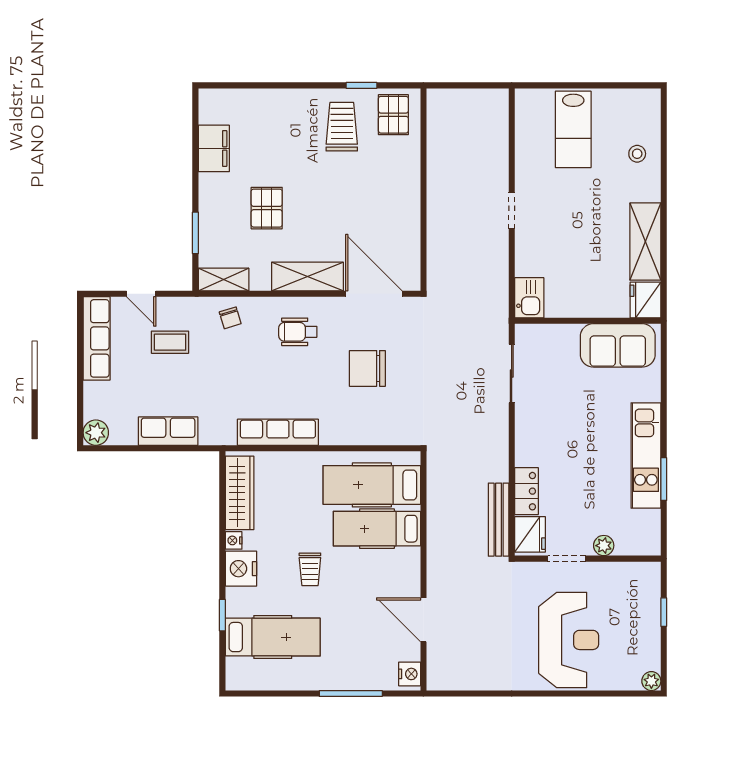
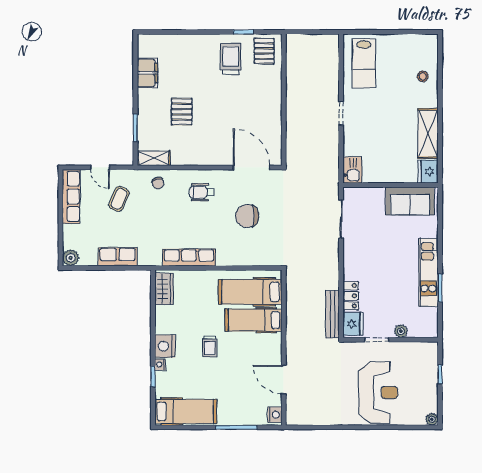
lab bench: (573, 129) -> (364, 63), moved
shelving: (307, 277) -> (208, 156), removed
coffee table: (170, 342) -> (119, 199), turned -66
wardrobe: (240, 493) -> (164, 289), width x0.67
nightstand: (234, 540) -> (160, 364), moved
hospital bed: (273, 637) -> (186, 411), moved

